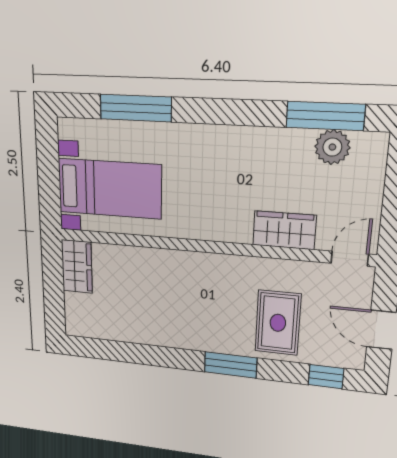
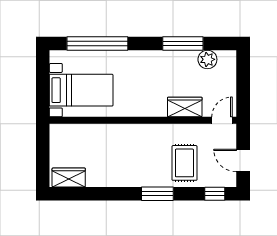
window: (136, 108) -> (97, 43), width x1.46
window: (325, 116) -> (183, 43), moved
wardrobe: (77, 267) -> (69, 177), moved, turned -90

